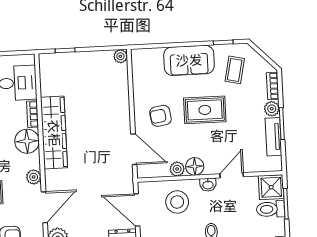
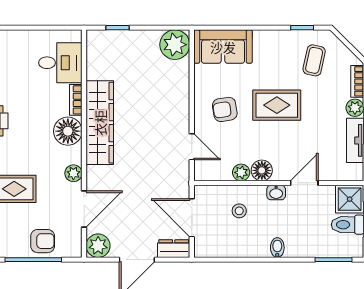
plant: (120, 56) -> (175, 45), width x1.88, depth x1.88
sofa: (189, 60) -> (223, 47), moved
door: (134, 149) -> (192, 147), width x0.73
stool: (177, 202) -> (239, 211), width x0.53, depth x0.53

